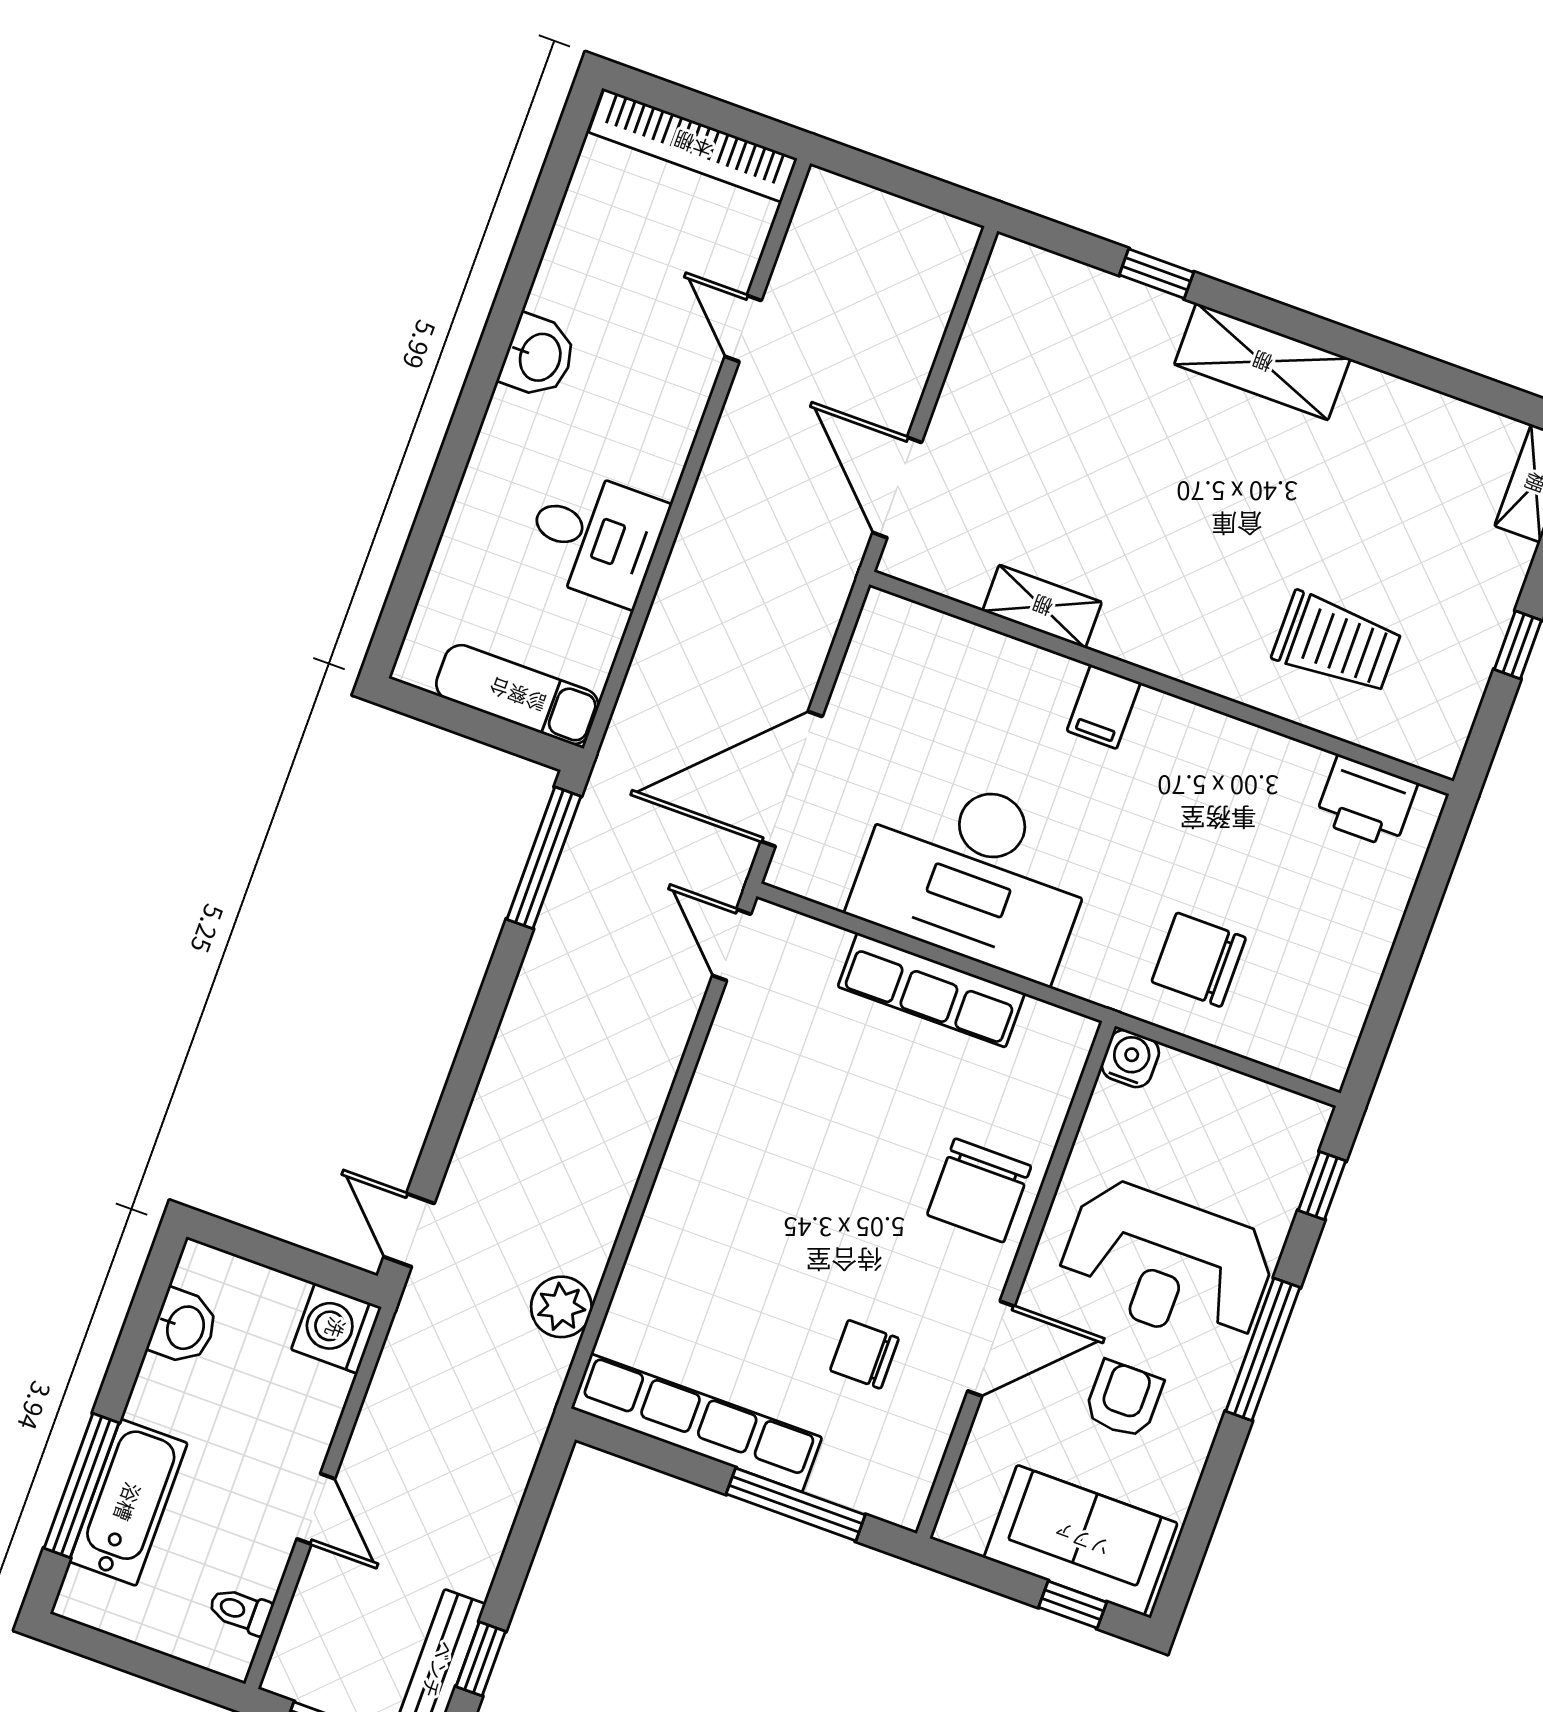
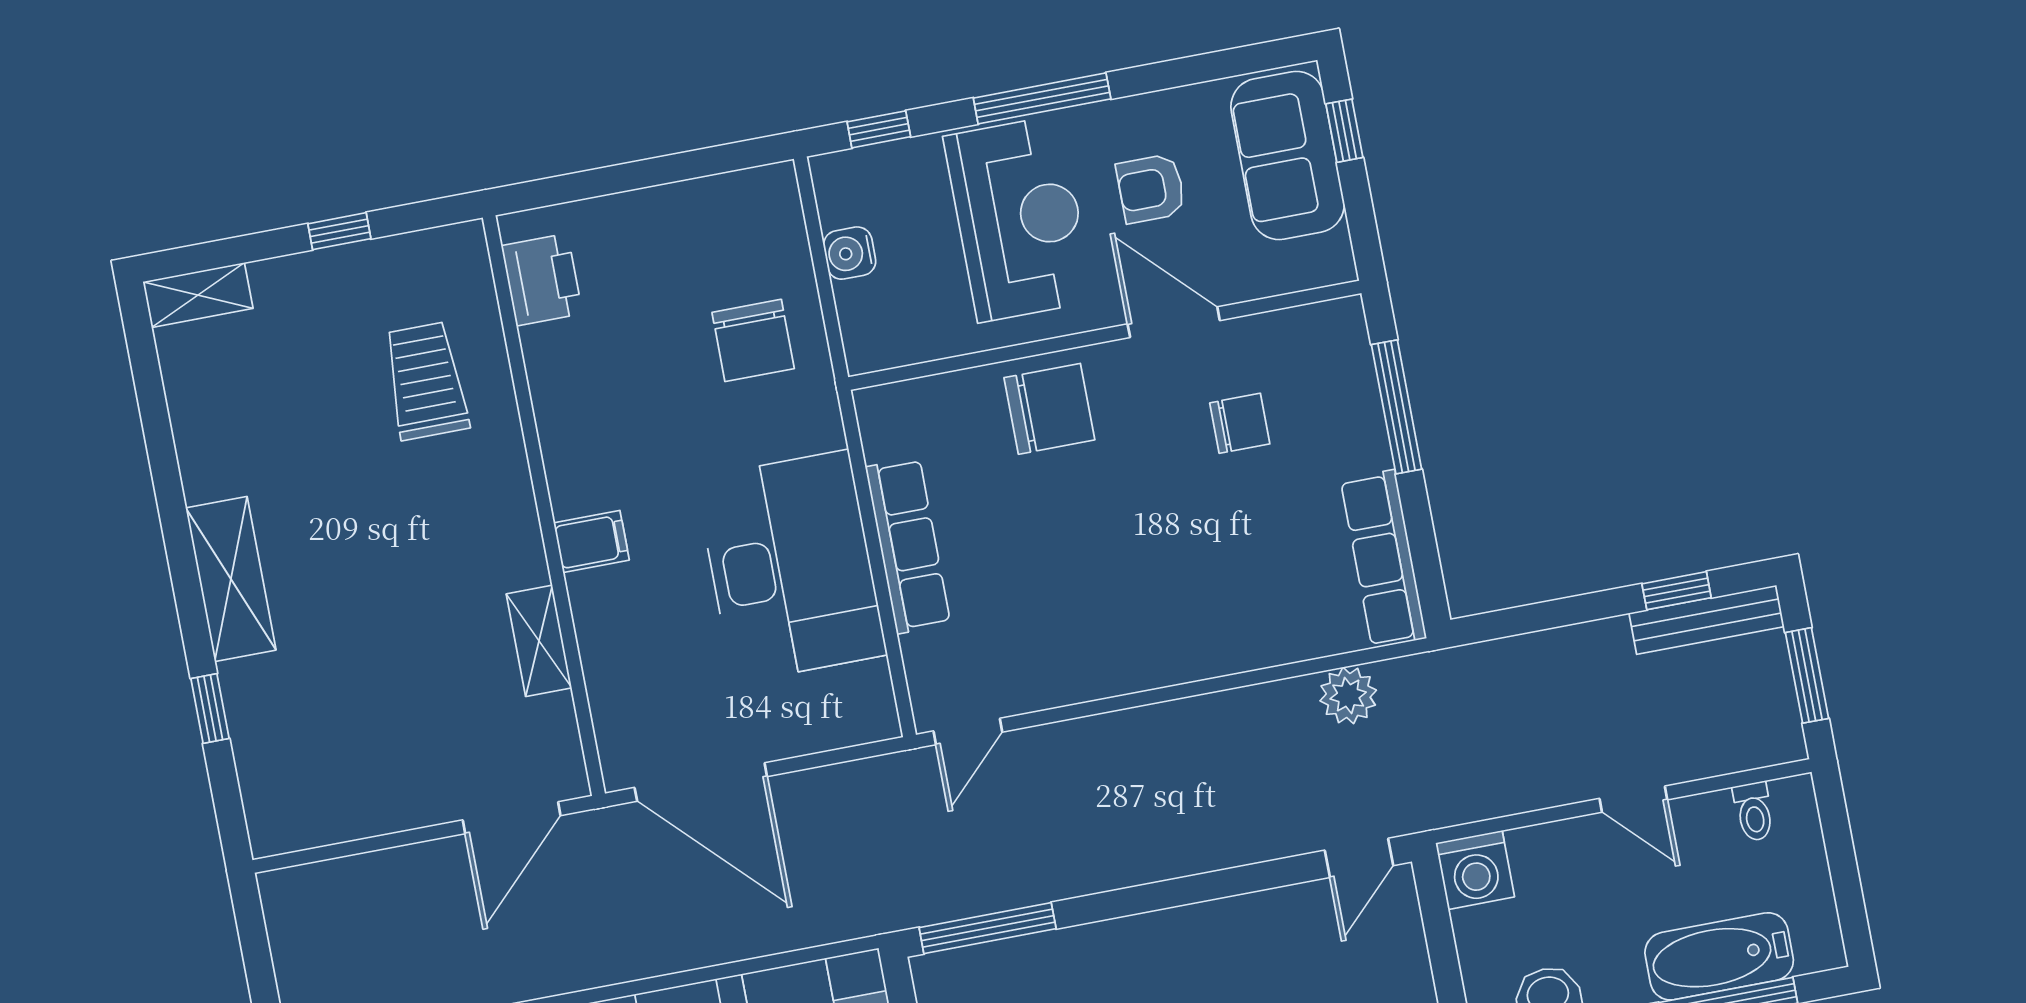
door: (792, 779) -> (701, 782), moved
water cooler: (1130, 1059) -> (850, 253), moved
chair: (864, 1354) -> (1240, 423), turned -90
row of seats: (697, 1423) -> (1383, 559), width x0.73
door: (316, 1509) -> (1633, 799), swing flipped

